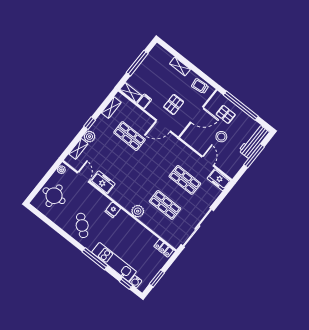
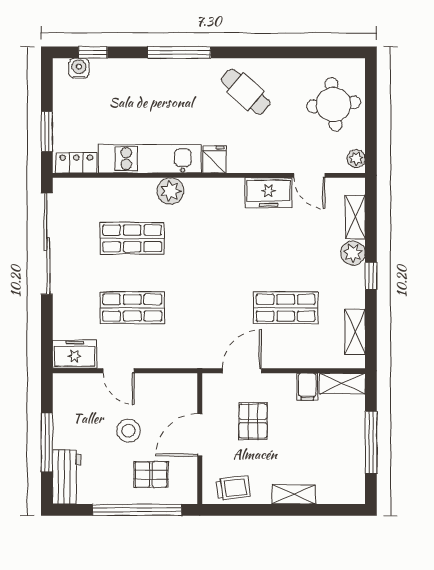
workbench: (254, 141) -> (67, 477), width x0.73
kitchen unit: (114, 262) -> (150, 159), moved, turned 180
window: (157, 278) -> (47, 132), moved

